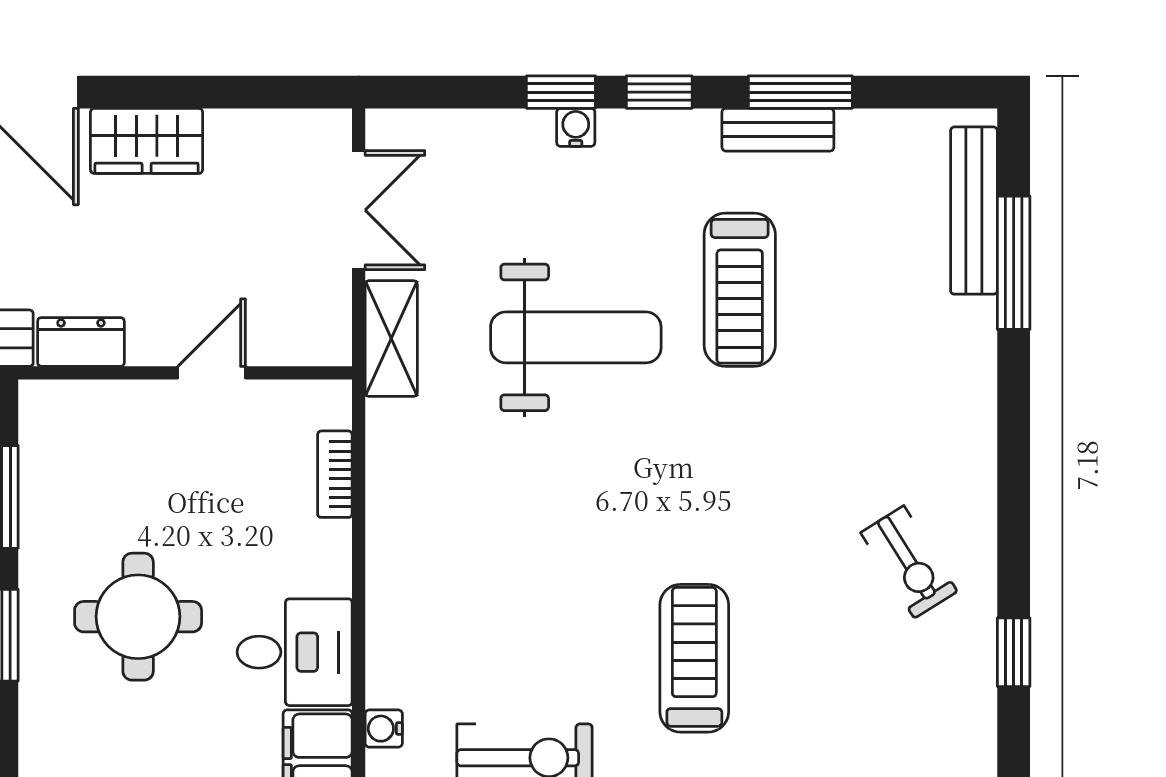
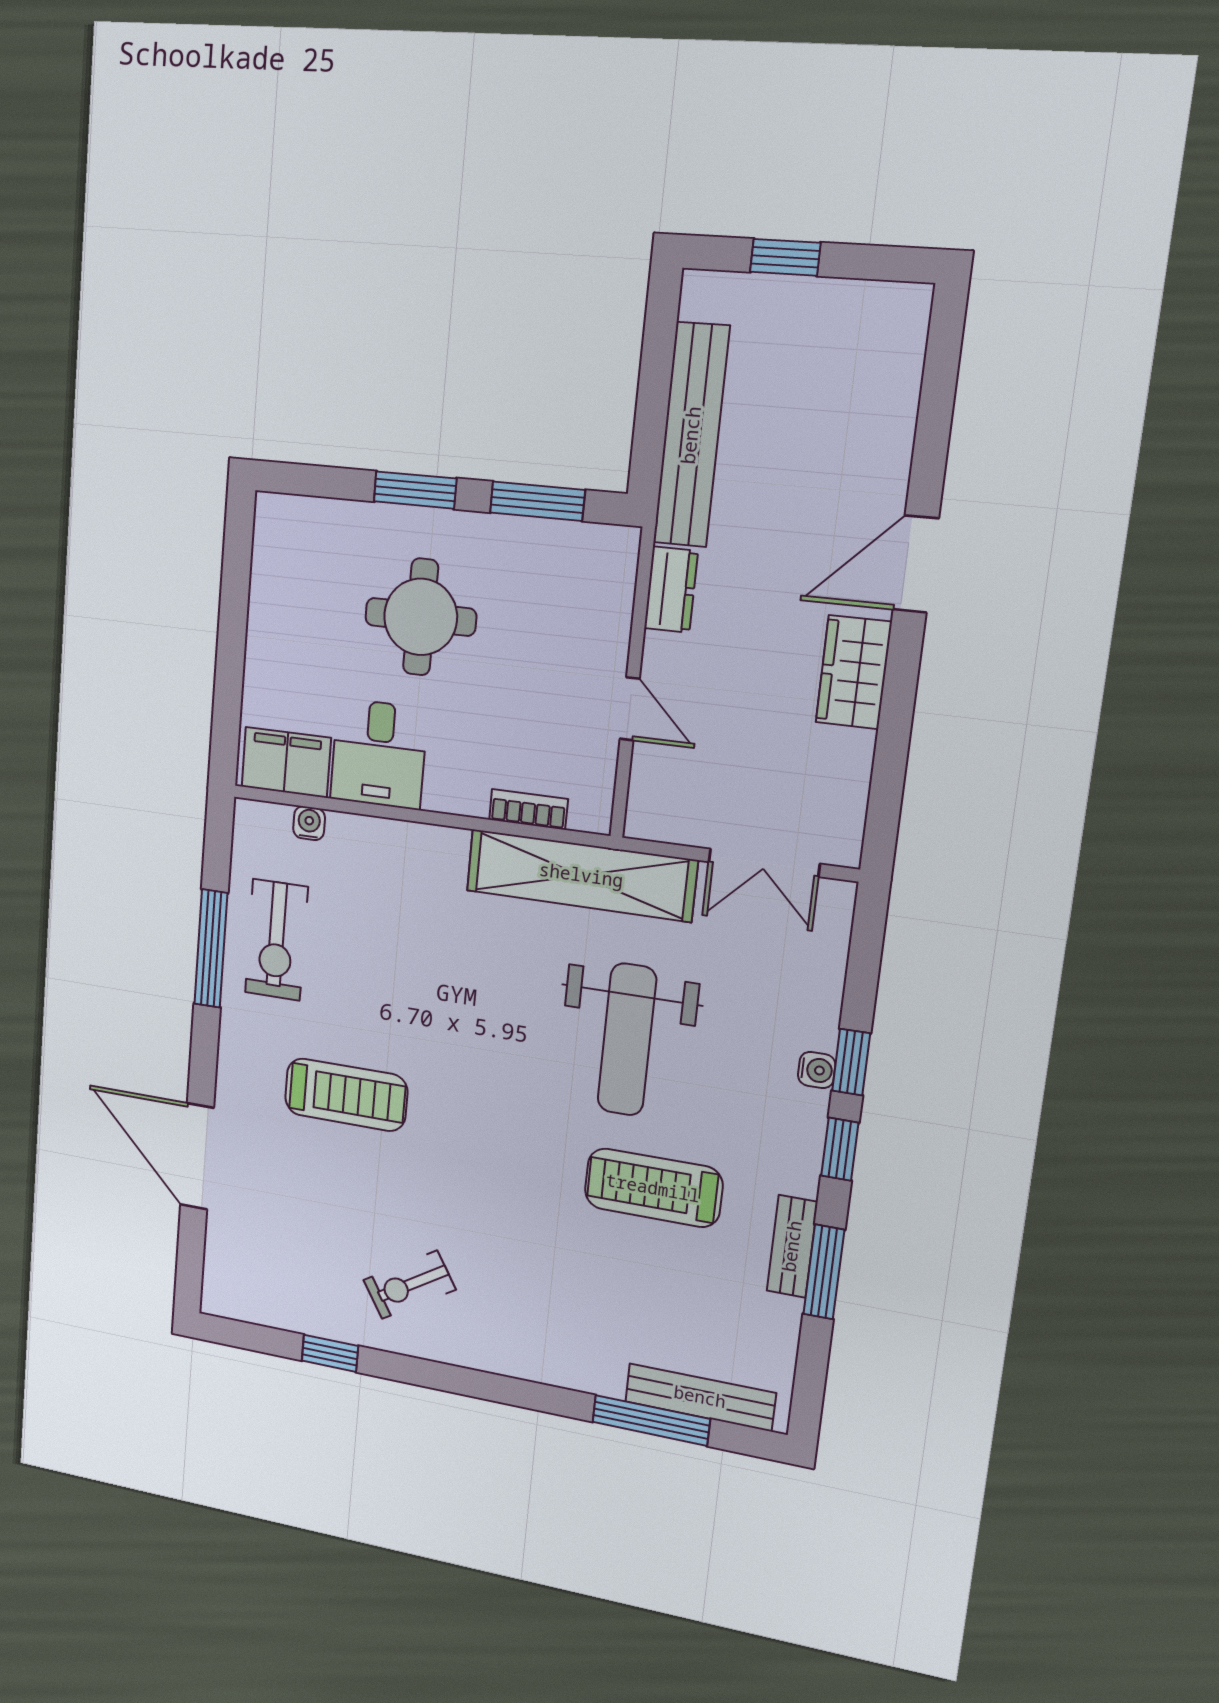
shelving: (391, 339) -> (581, 875), width x2.20, depth x1.33

